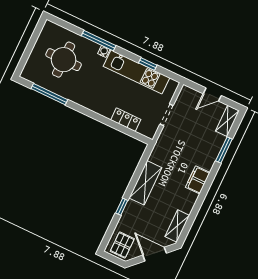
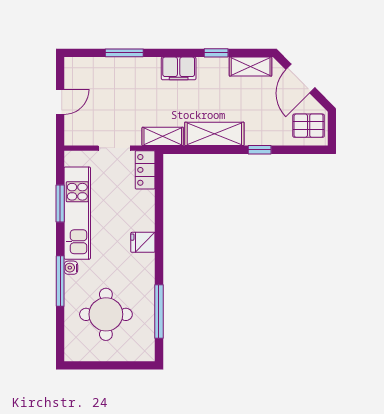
window: (148, 64) -> (60, 204), width x1.50
door: (212, 95) -> (60, 102), hinge flipped
fridge: (98, 105) -> (143, 242), added
locker: (126, 120) -> (145, 170), moved
shelving: (227, 121) -> (163, 136), moved
window: (196, 208) -> (216, 53), added

